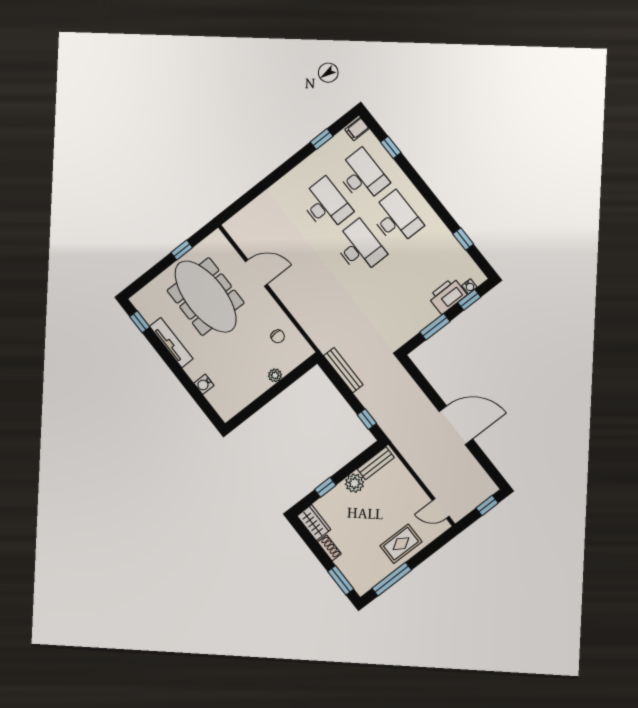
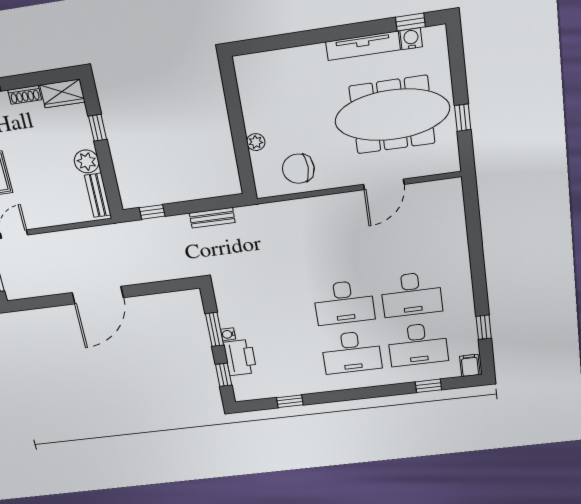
water cooler: (469, 286) -> (228, 334), moved
chair: (278, 336) -> (298, 169), width x1.87, depth x1.87
bench: (343, 370) -> (212, 218), width x0.73
water cooler: (204, 384) -> (411, 39), moved

